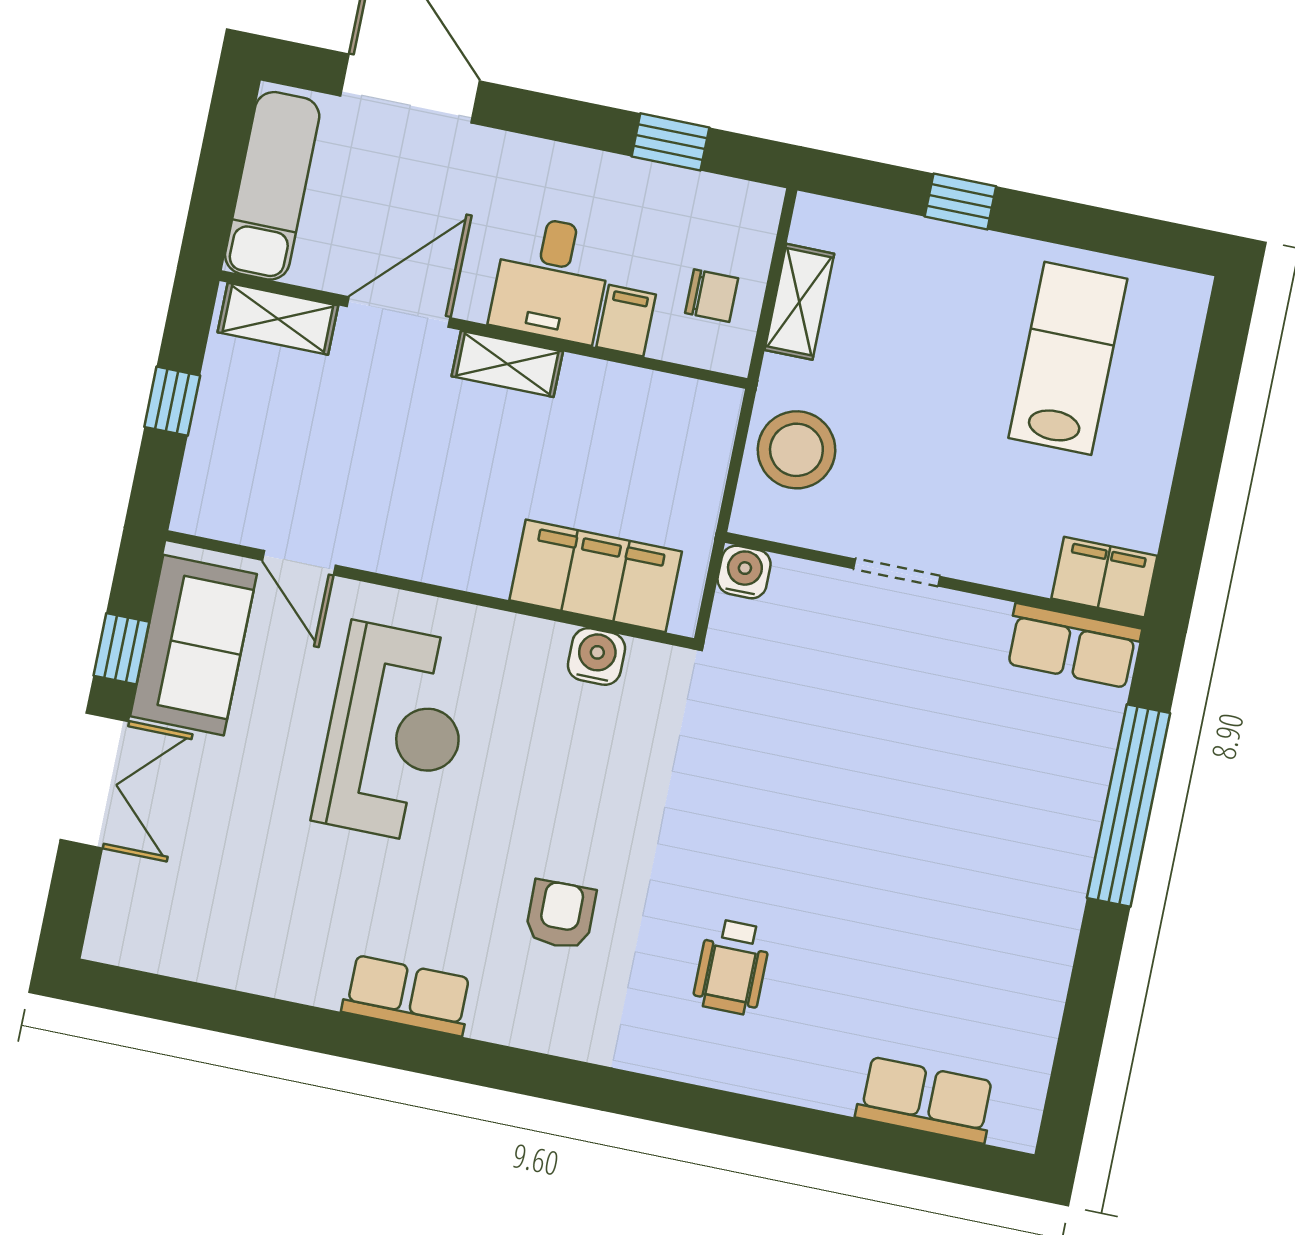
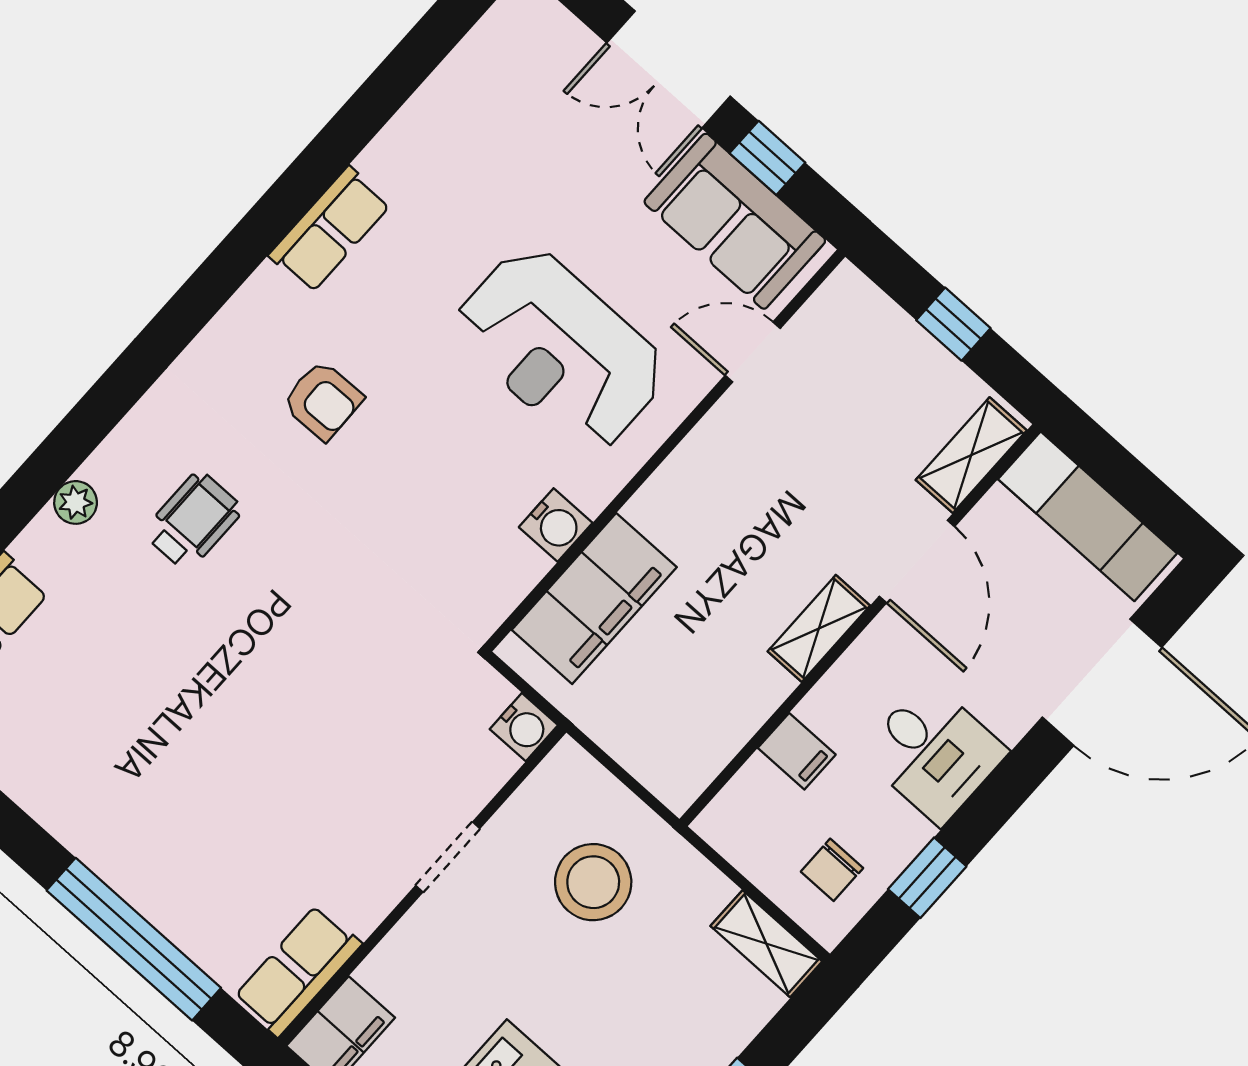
desk: (551, 279) -> (934, 752), moved, turned 180
chair: (712, 296) -> (832, 870), moved
shelving: (799, 302) -> (766, 944), moved
stool: (796, 450) -> (593, 882), moved
water cooler: (596, 657) -> (556, 525), moved
wheelchair: (732, 967) -> (193, 521), turned 90
plant: (776, 1079) -> (76, 502), added

